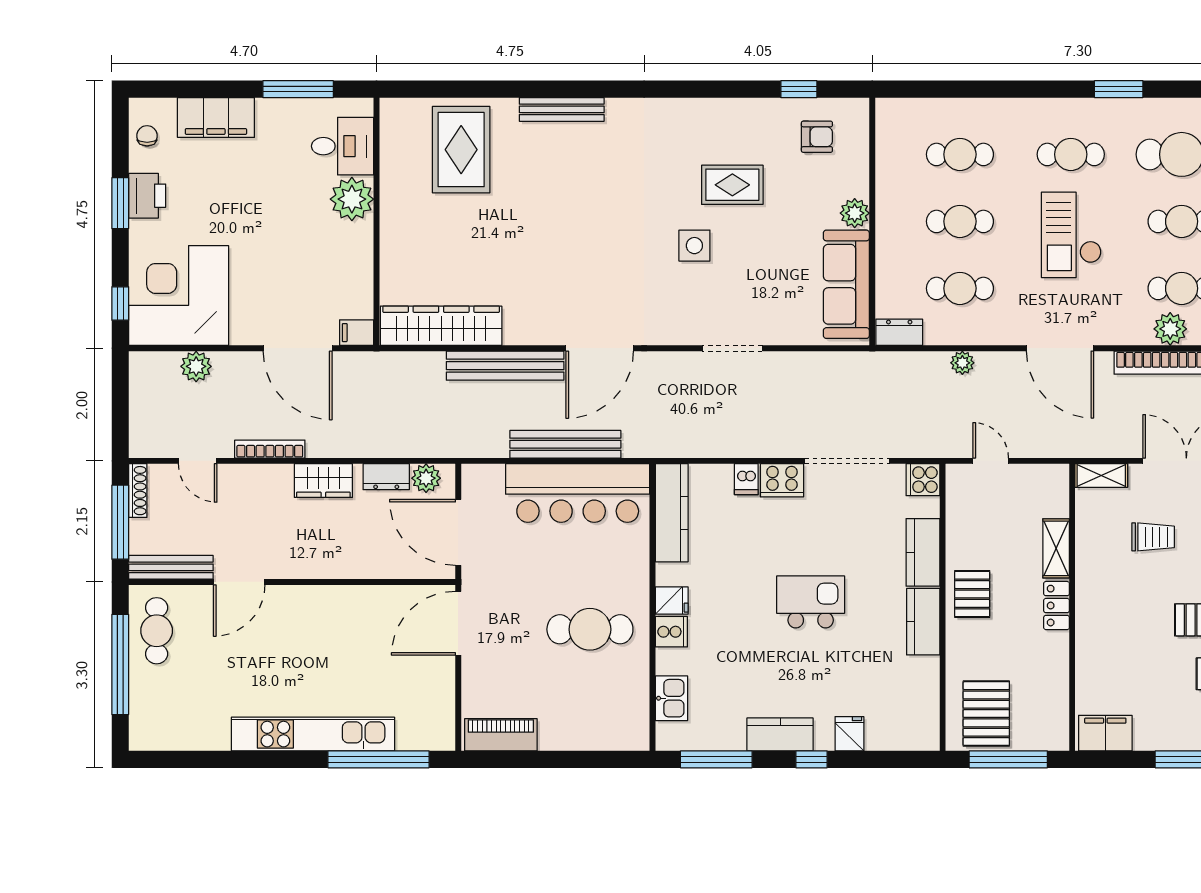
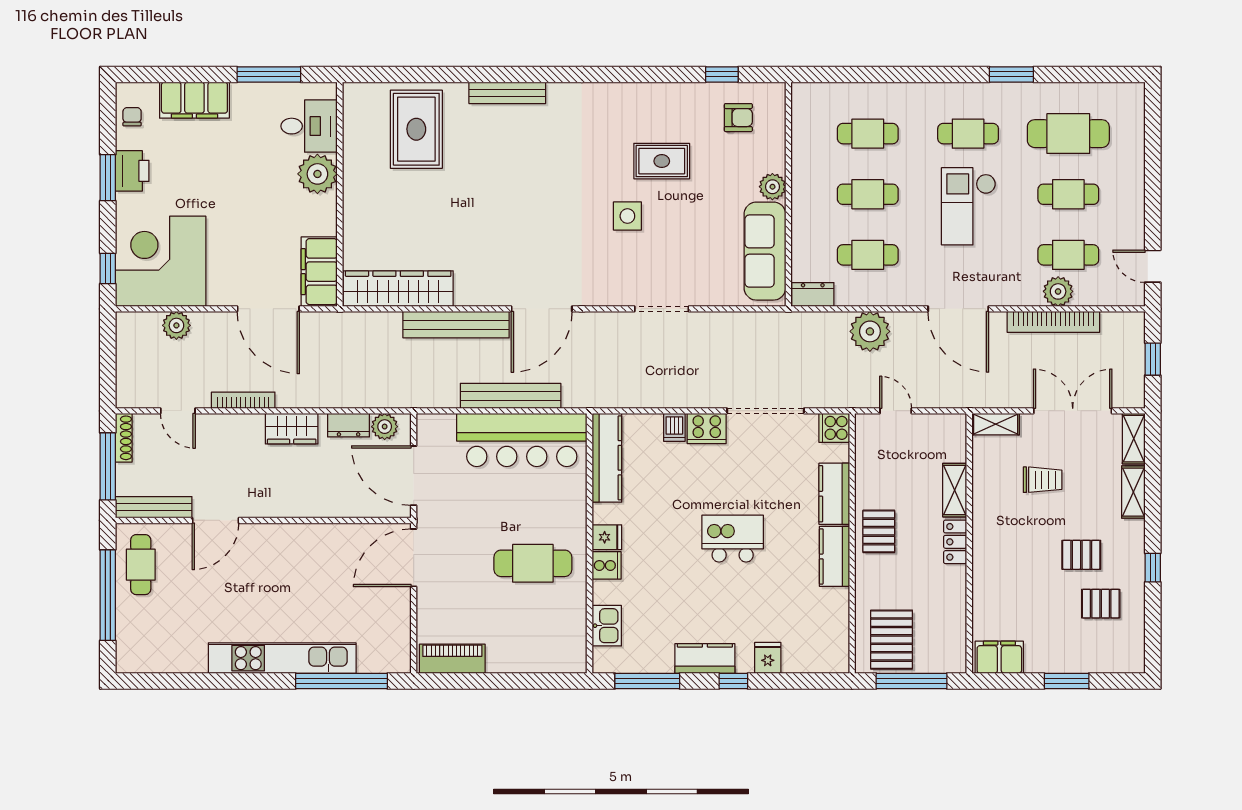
filing cabinet: (357, 333) -> (319, 272), width x3.00, depth x1.17
plant: (962, 363) -> (870, 331), width x1.88, depth x1.88

